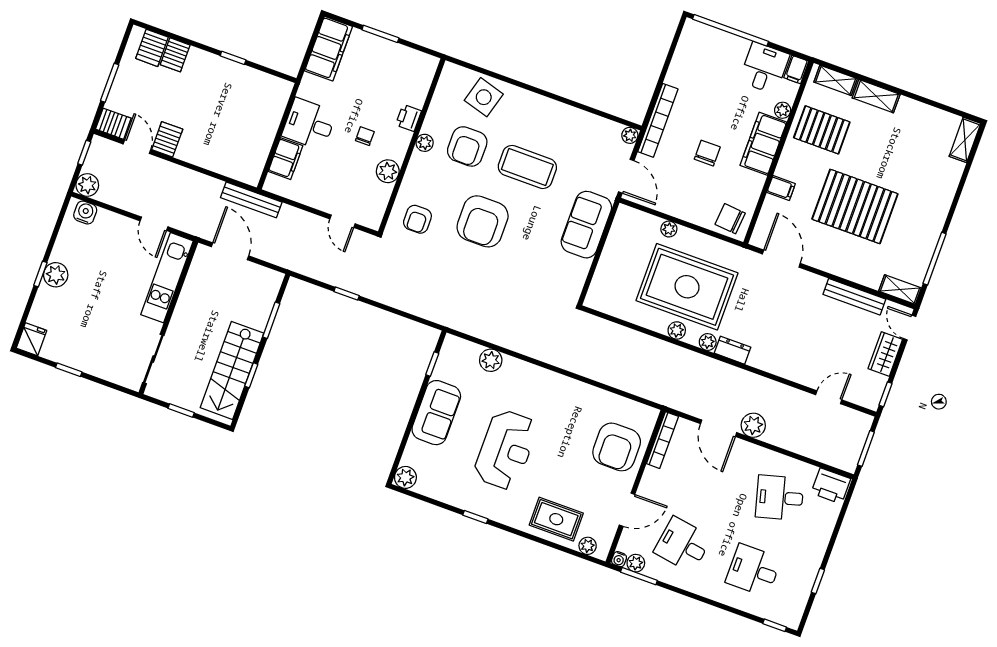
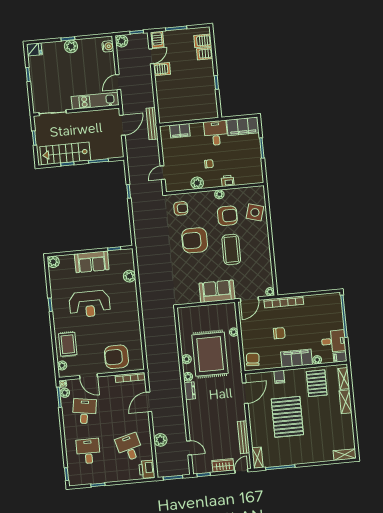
desk: (309, 124) -> (216, 133), moved
armchair: (467, 146) -> (227, 216), turned 180
armchair: (417, 219) -> (181, 208), turned 180
plant: (753, 425) -> (160, 440), moved

